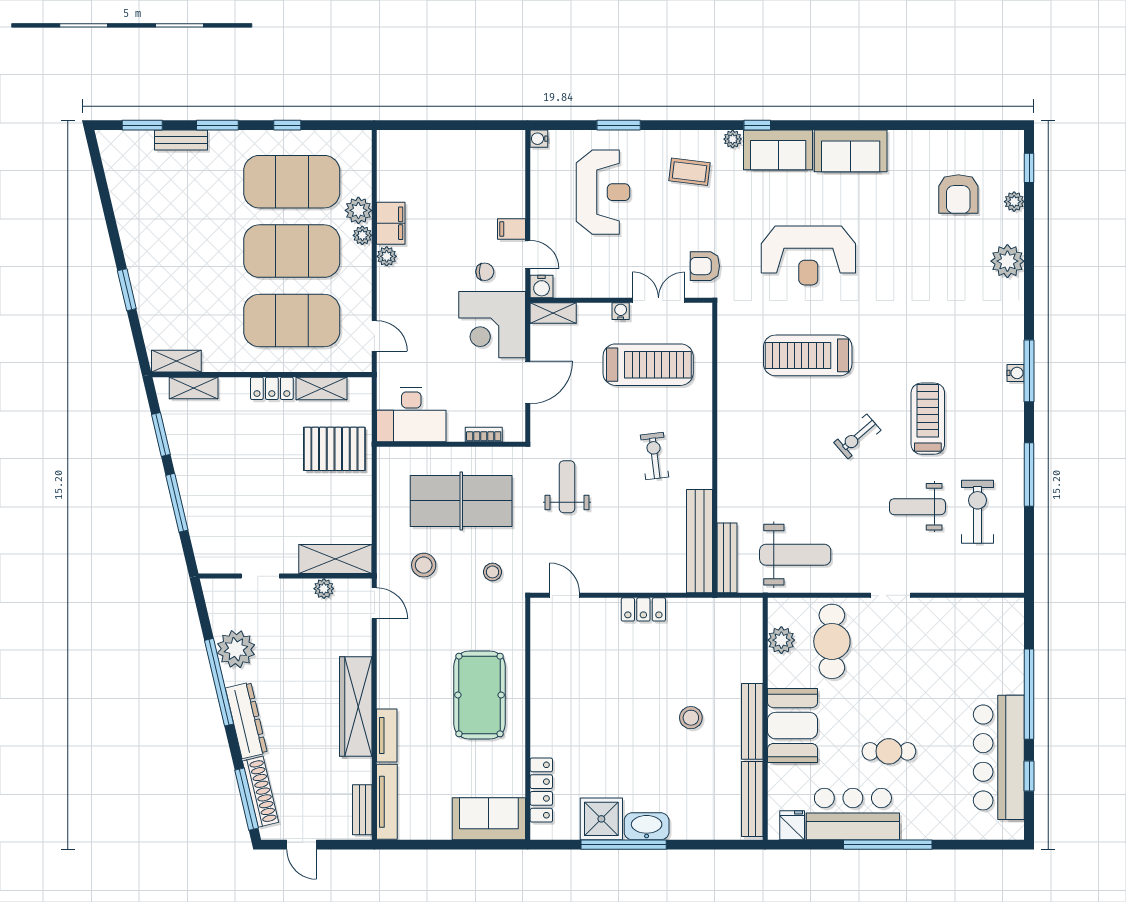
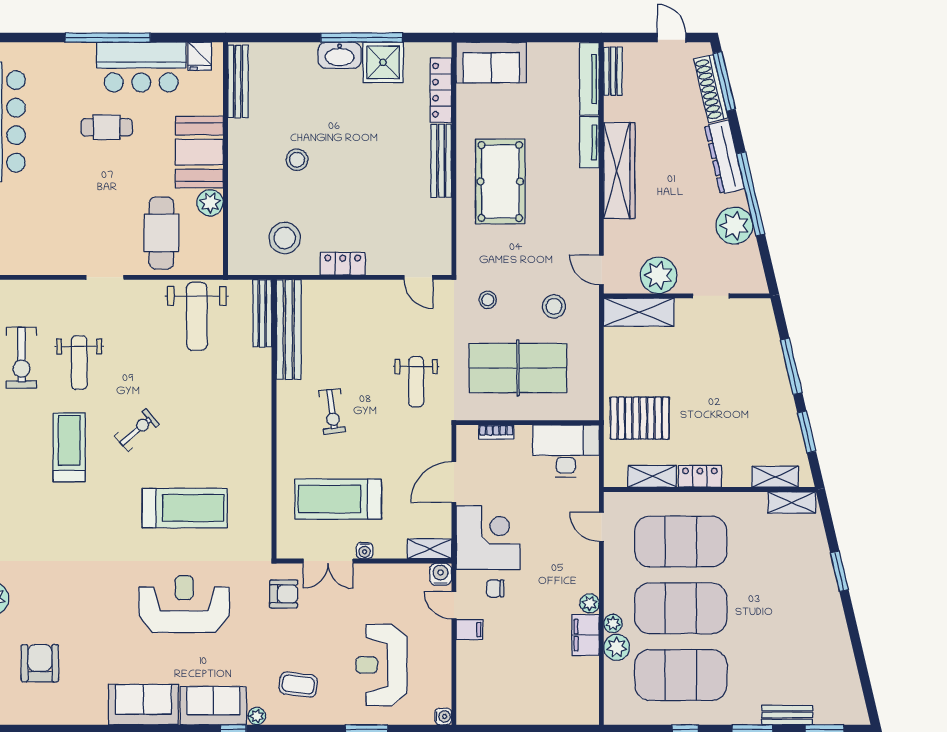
treadmill: (928, 419) -> (69, 447), turned 180
weight bench: (917, 507) -> (79, 363), turned 90
weight bench: (795, 555) -> (197, 316), turned -90
plant: (324, 589) -> (659, 275), width x1.88, depth x1.88
stool: (704, 636) -> (285, 238), added
plant: (781, 640) -> (210, 203), moved
bench: (752, 721) -> (441, 161), moved

